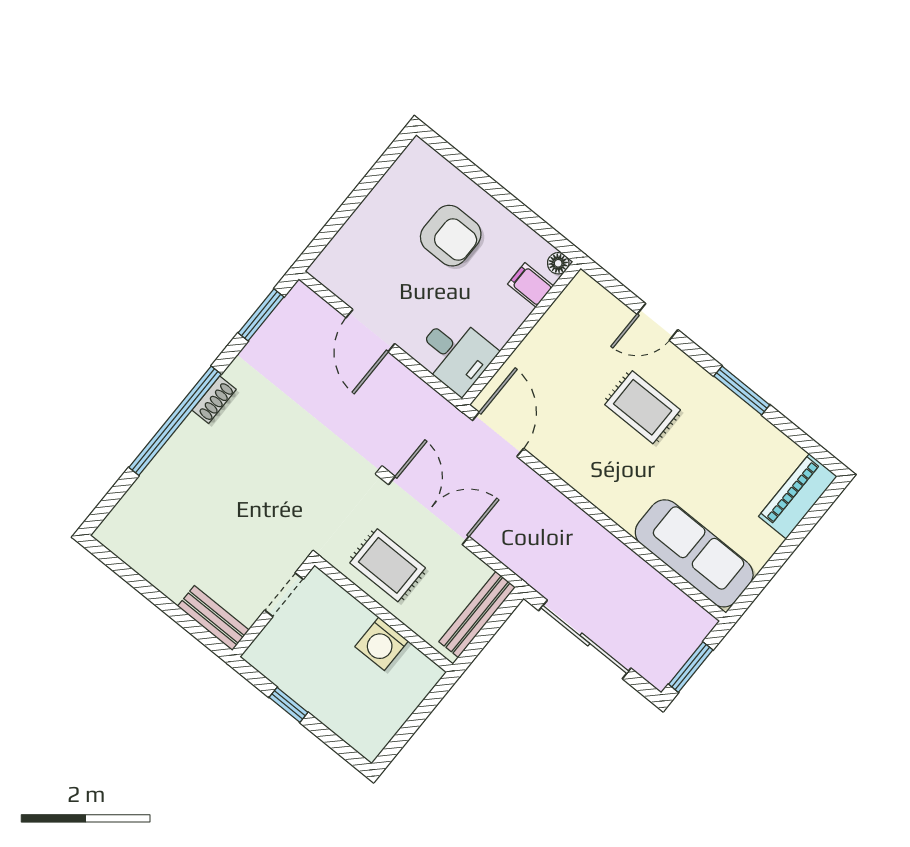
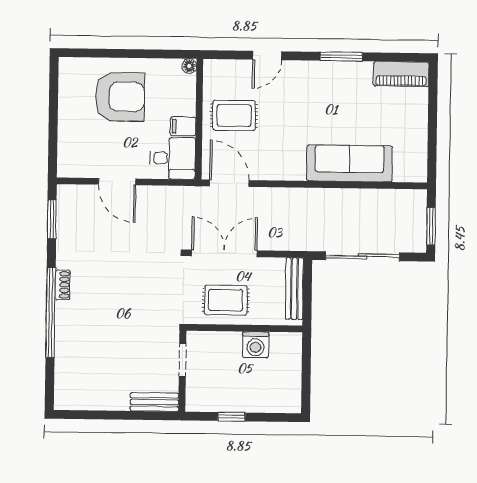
armchair: (451, 236) -> (120, 97), width x1.36, depth x1.36
filing cabinet: (530, 285) -> (183, 126), moved
rug: (643, 407) -> (234, 115), moved
piano: (798, 496) -> (401, 74), moved, turned -90
sofa: (694, 553) -> (349, 163), moved

